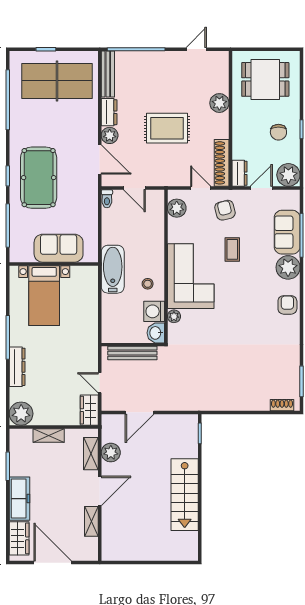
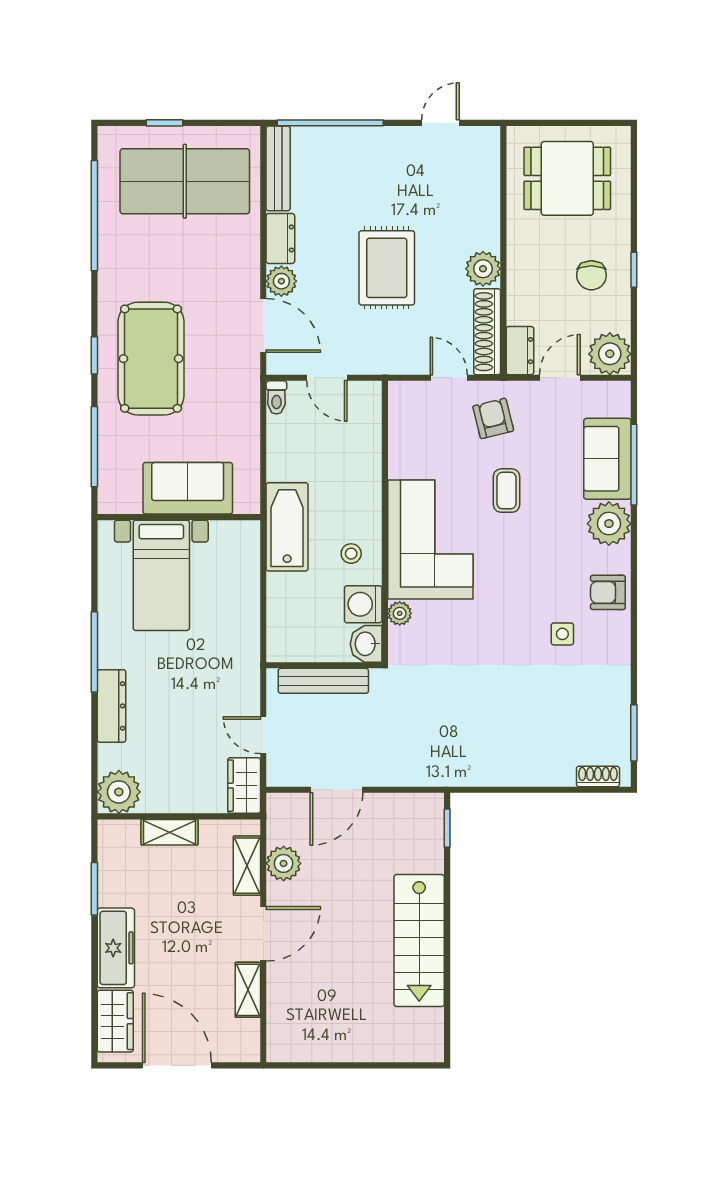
plant: (219, 103) -> (483, 269), moved
rug: (167, 128) -> (387, 268), turned 90
plant: (177, 208) -> (405, 415), removed
armchair: (287, 305) -> (608, 592), turned -90
side table: (263, 328) -> (562, 634), added

